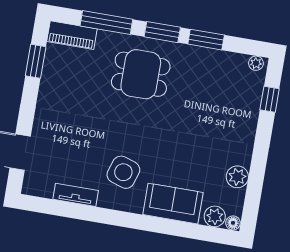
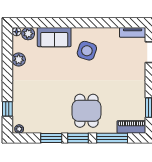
dining table: (141, 74) -> (86, 111), turned 90
tv unit: (76, 195) -> (133, 32), moved

